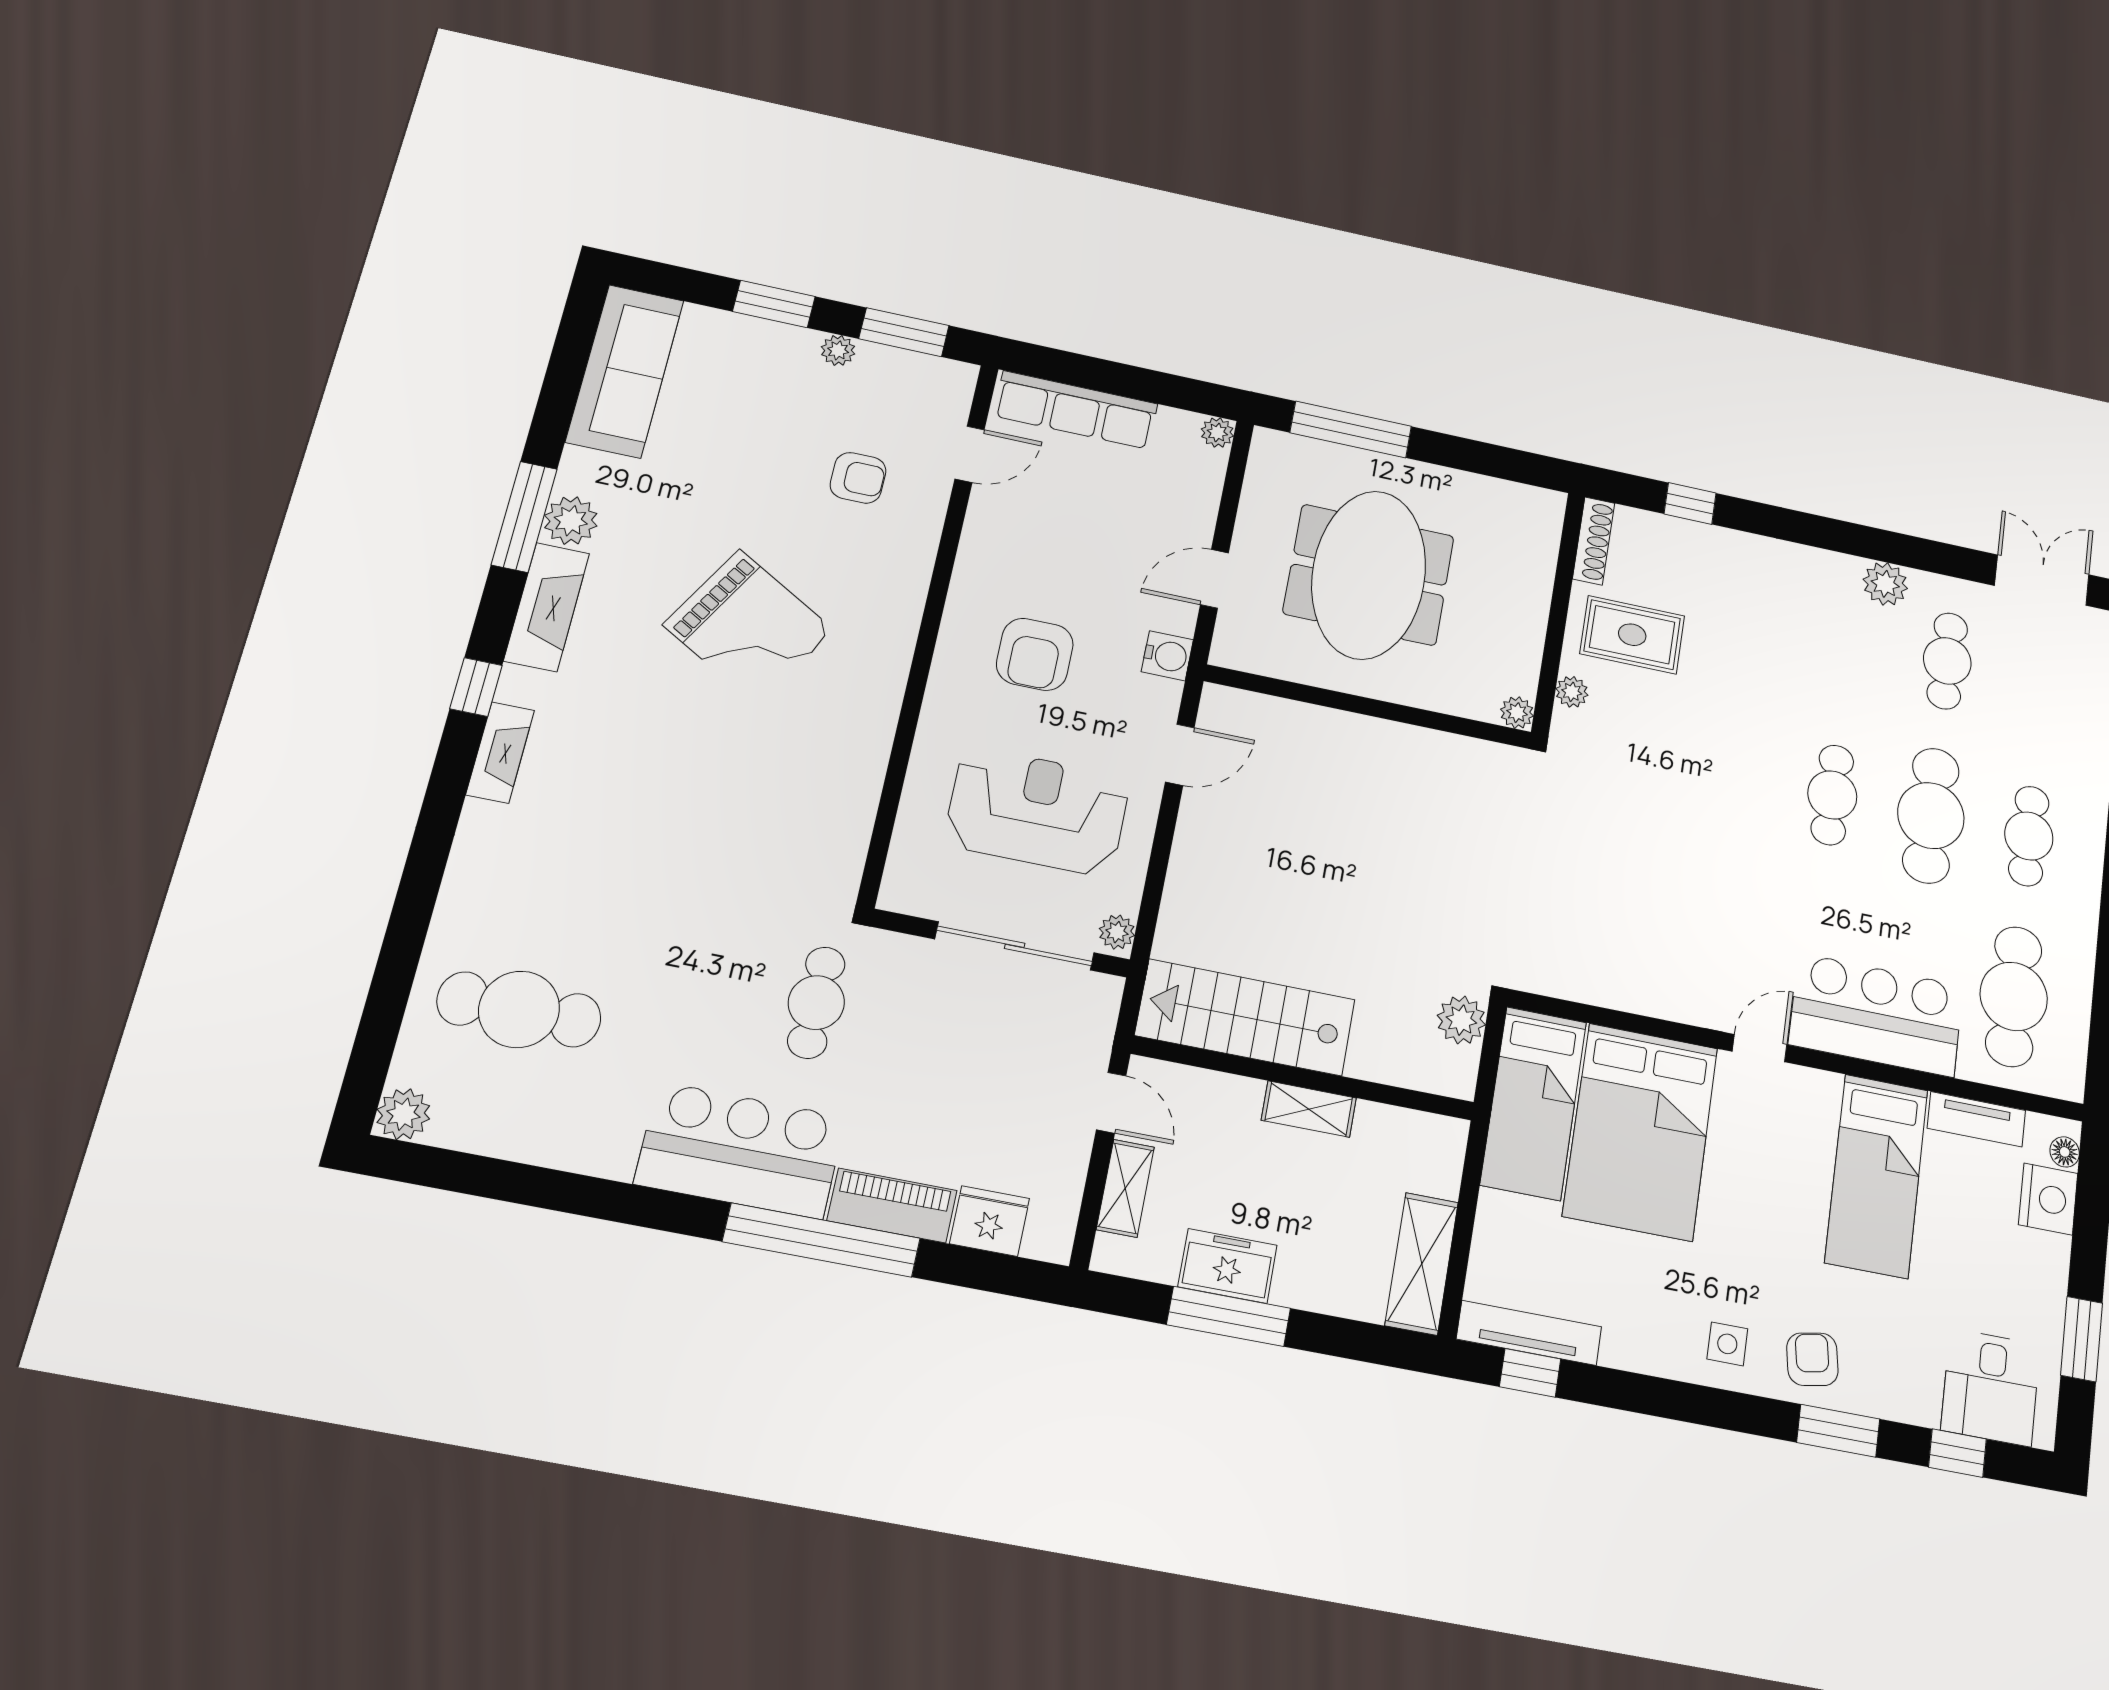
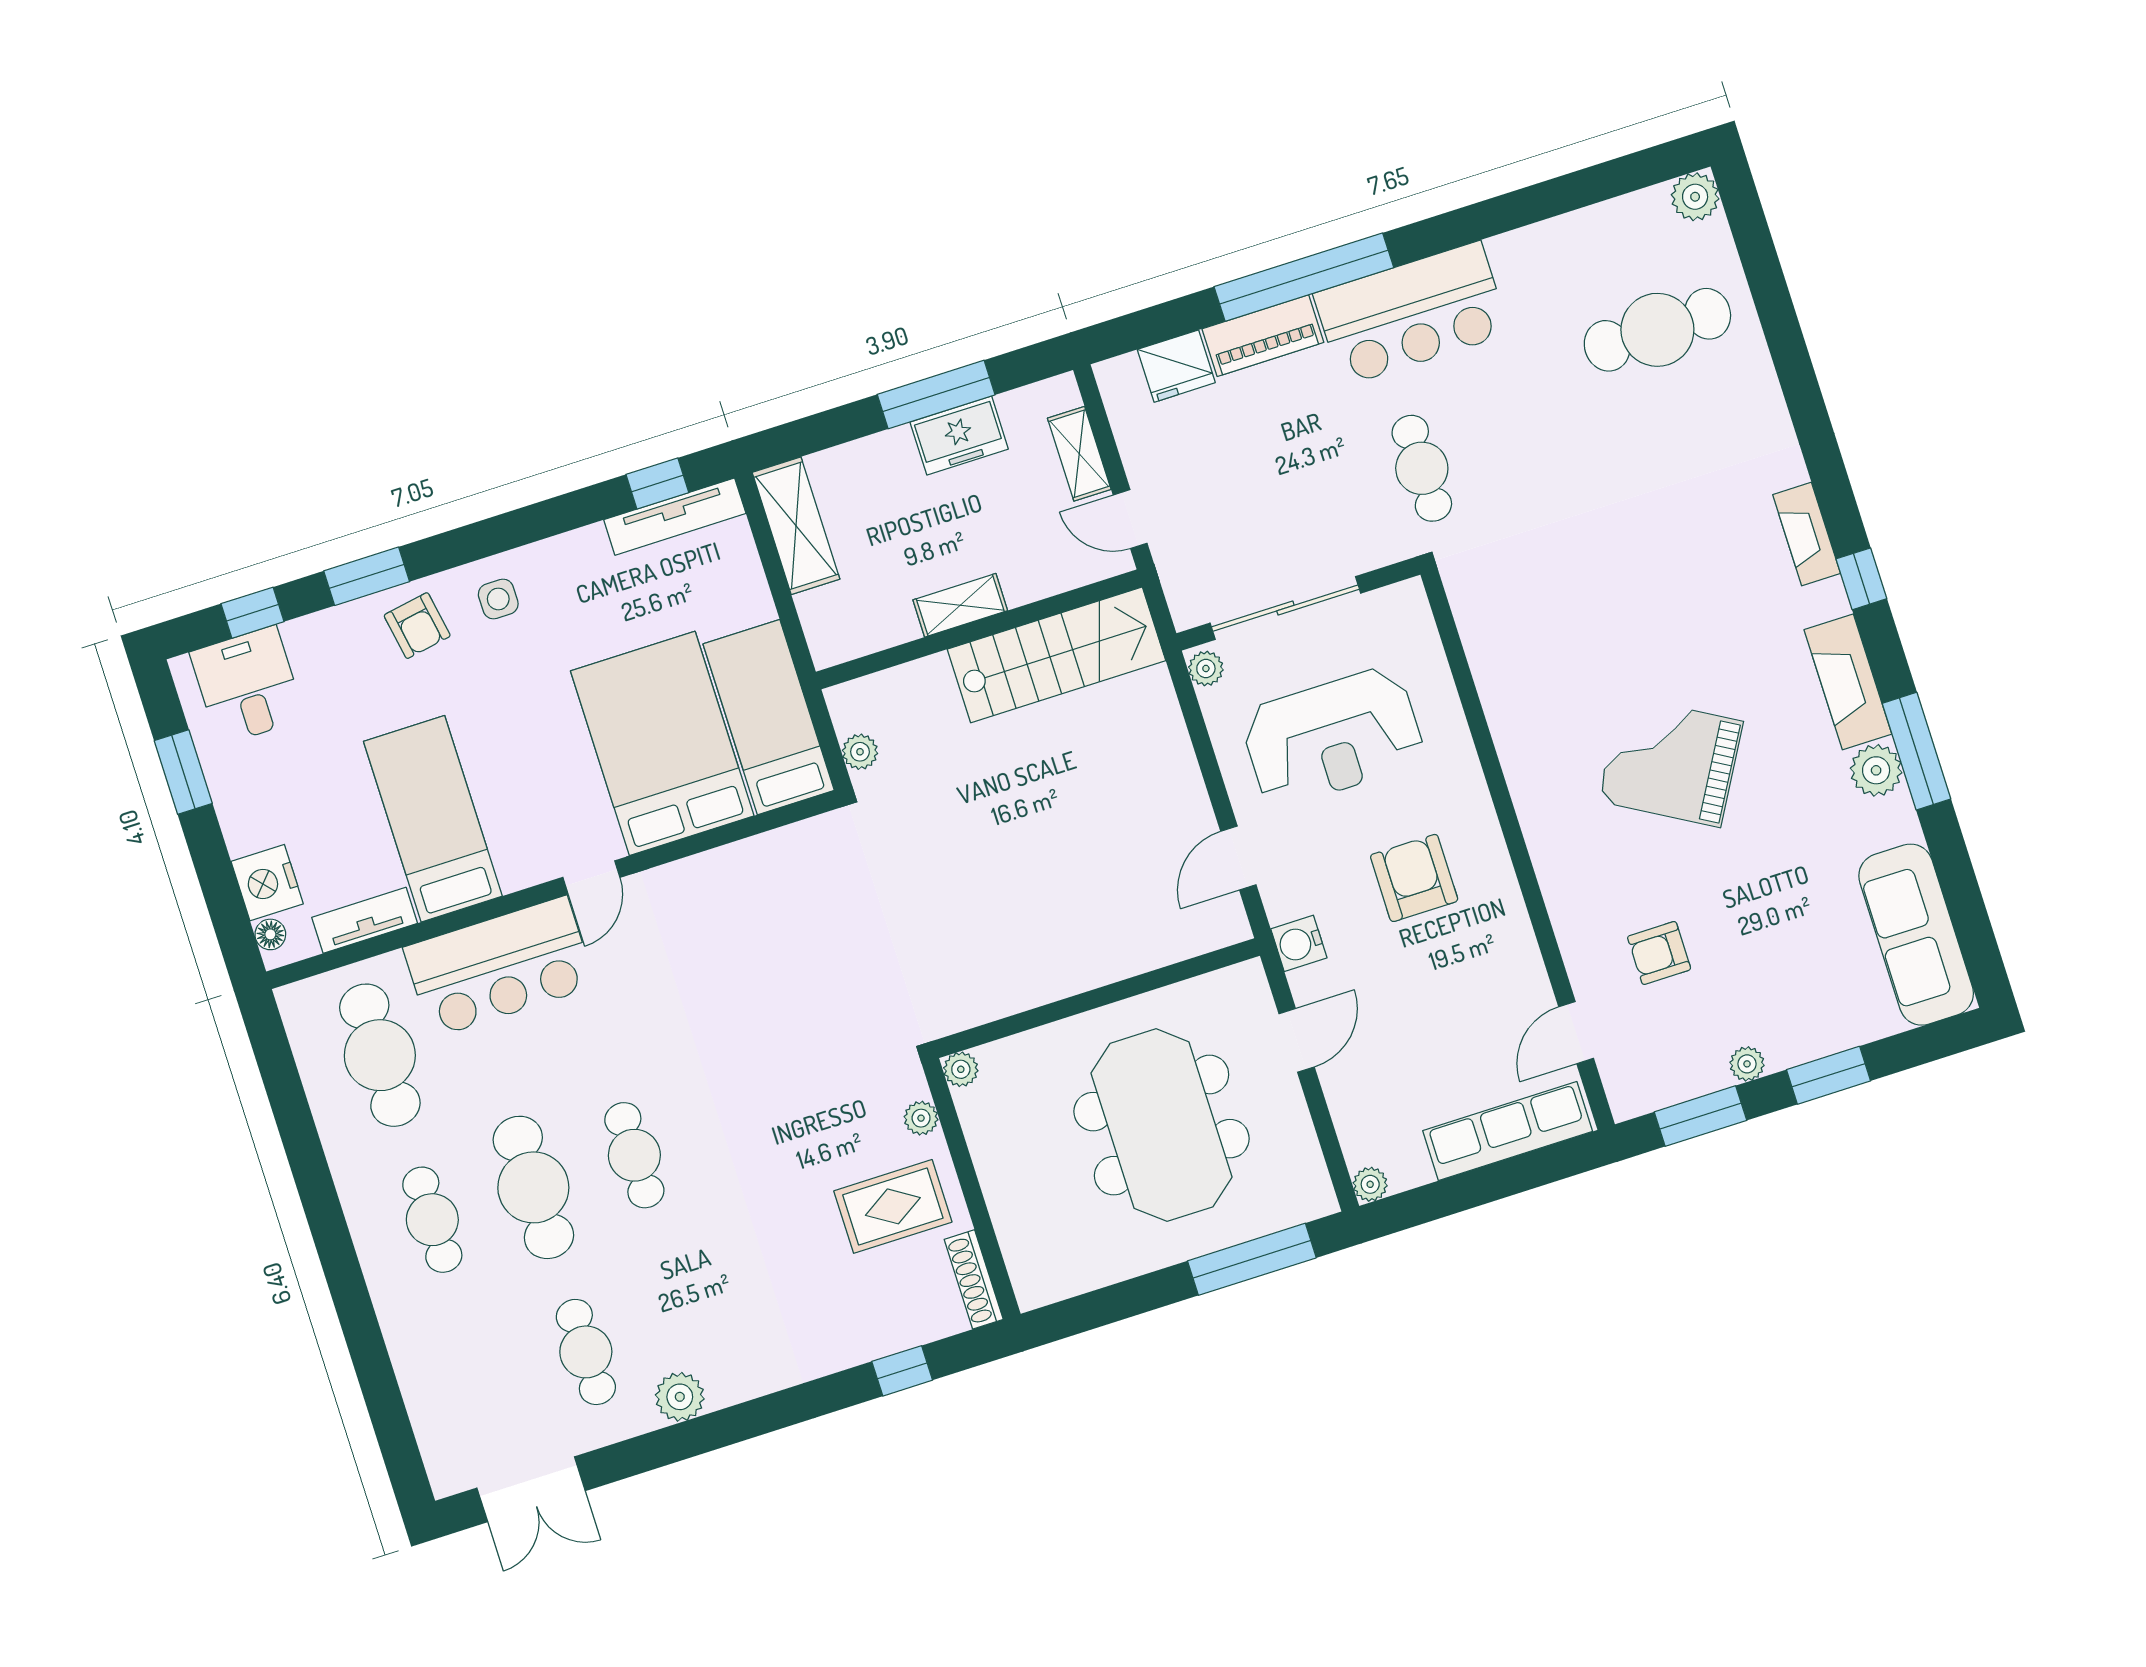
plant: (1461, 1020) -> (860, 752), width x0.73, depth x0.73

